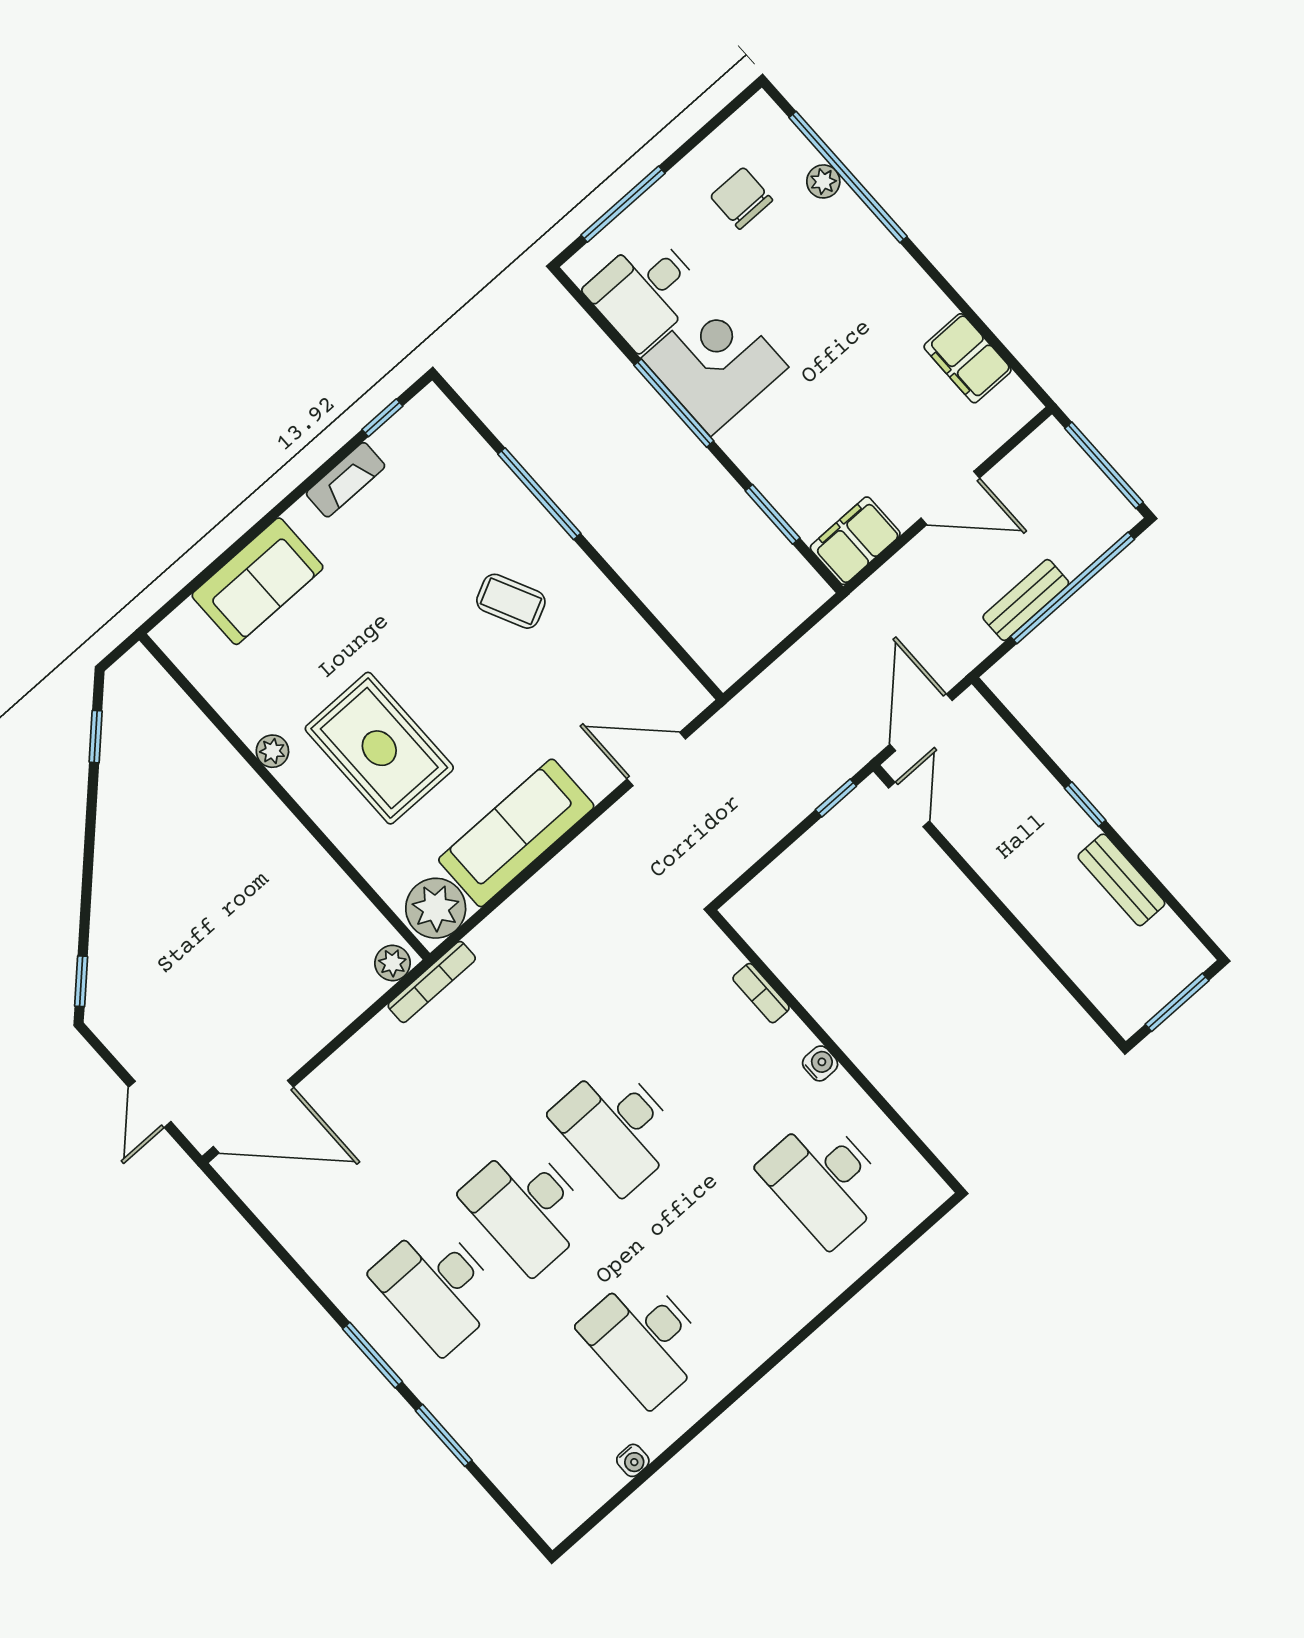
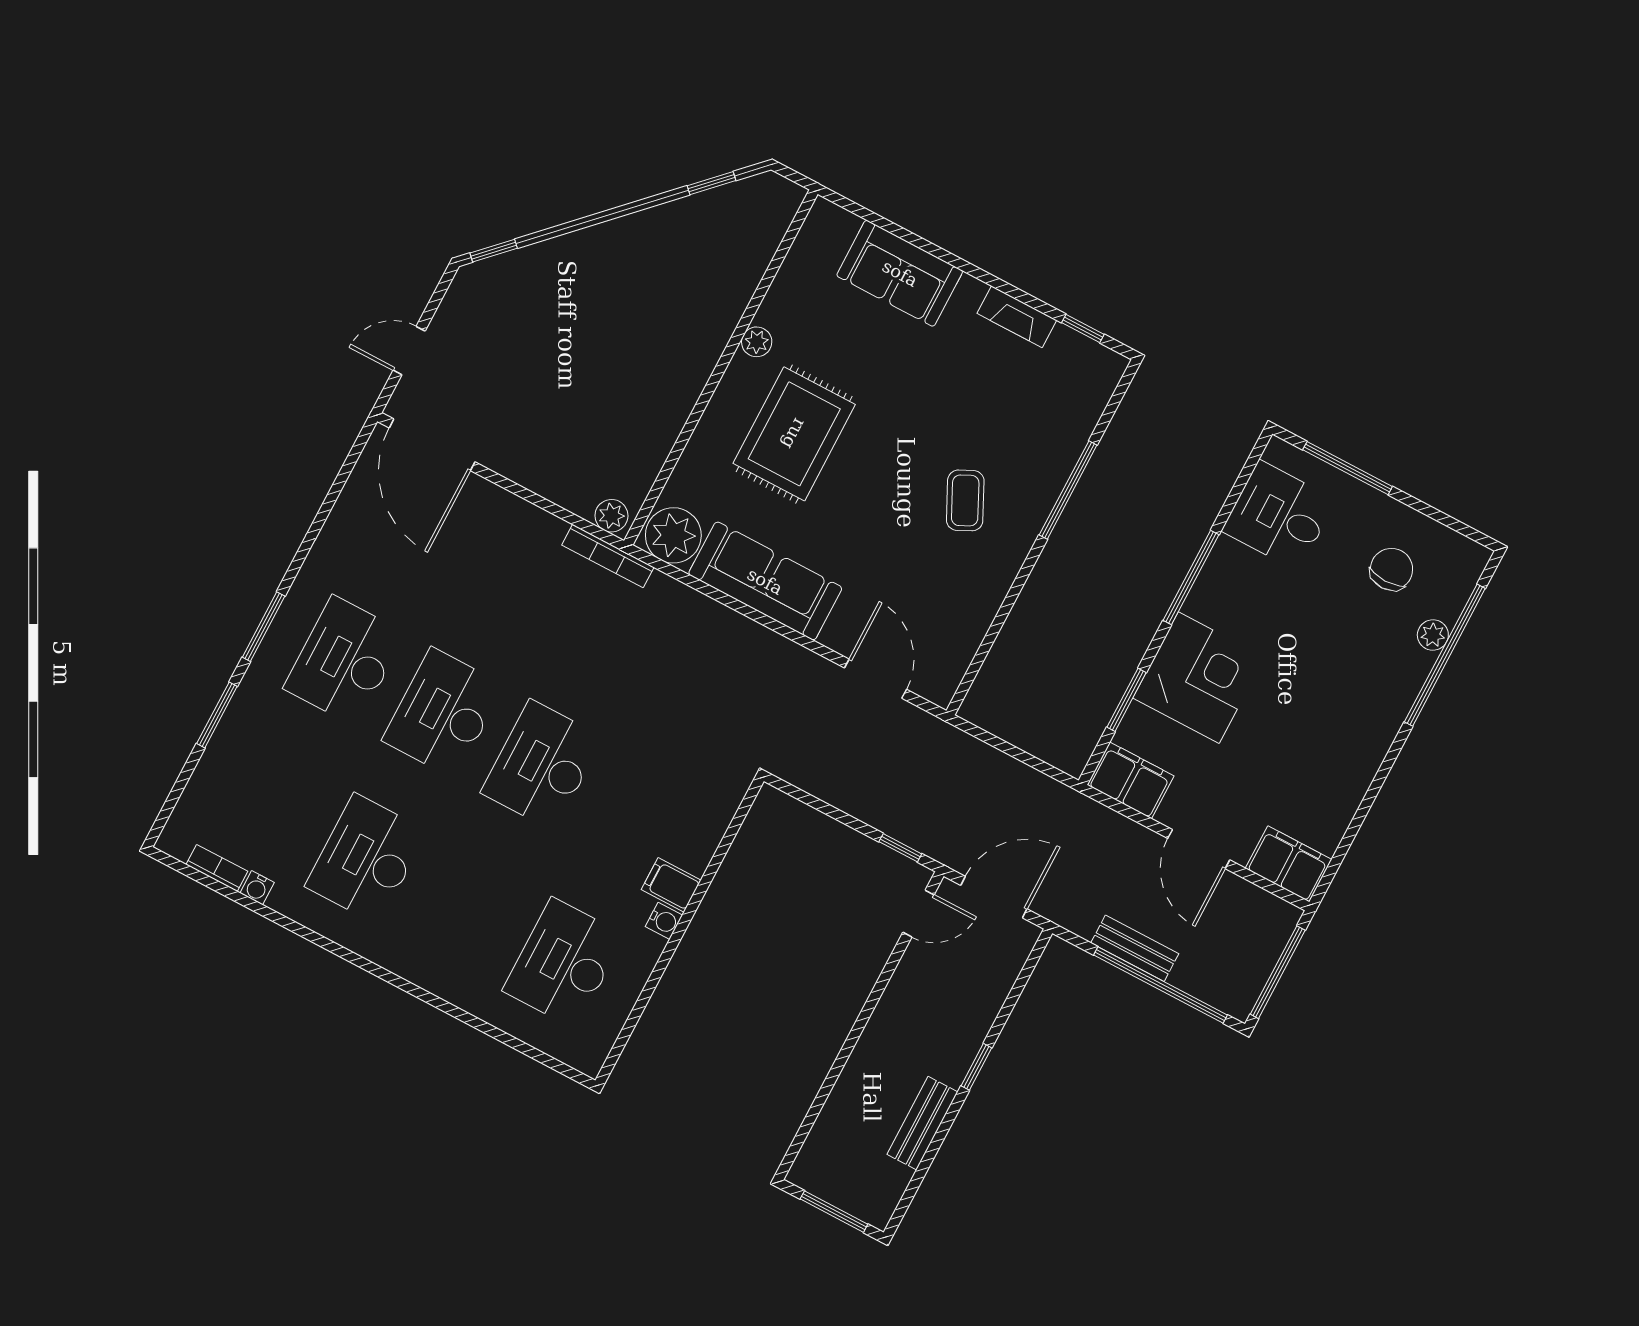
filing cabinet: (968, 358) -> (1289, 864), moved, turned 90
corner desk: (715, 363) -> (1199, 678), moved
bookcase: (761, 993) -> (217, 868), moved, turned 90
filing cabinet: (787, 1043) -> (671, 885), added

